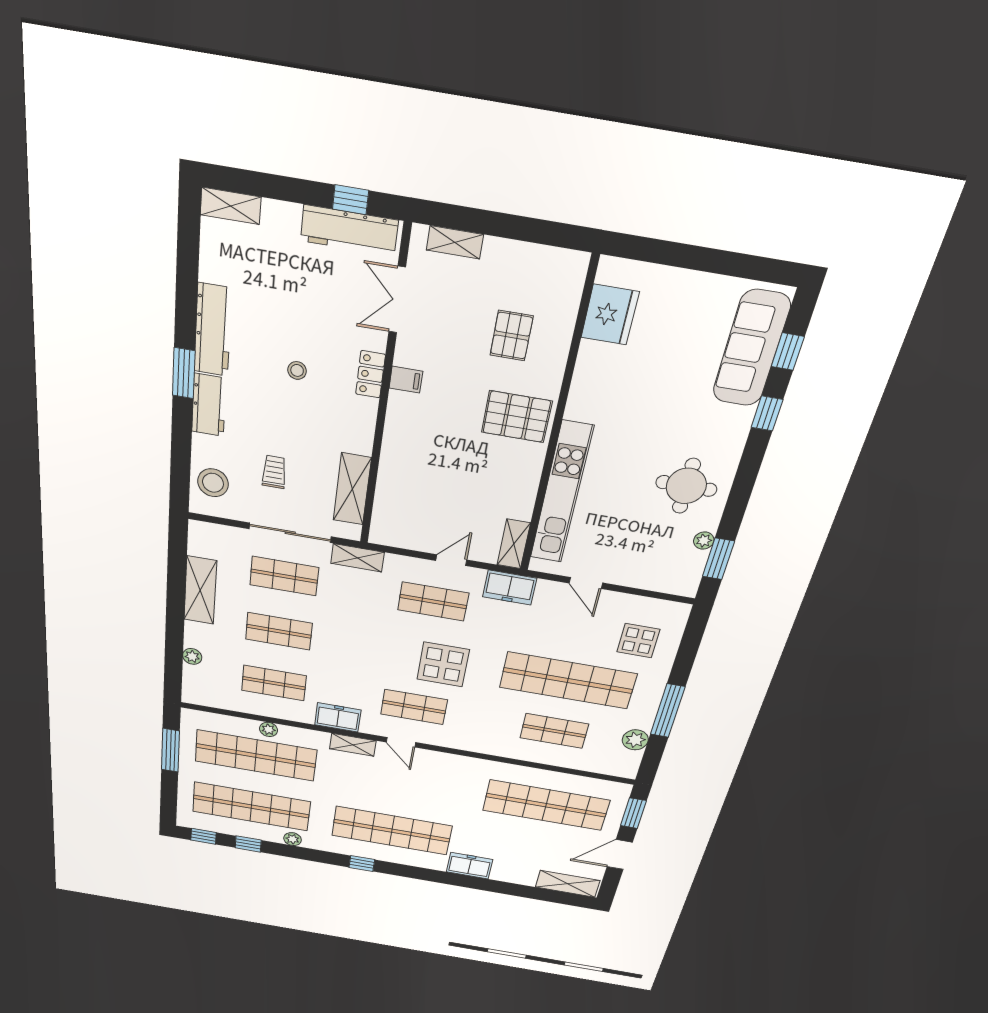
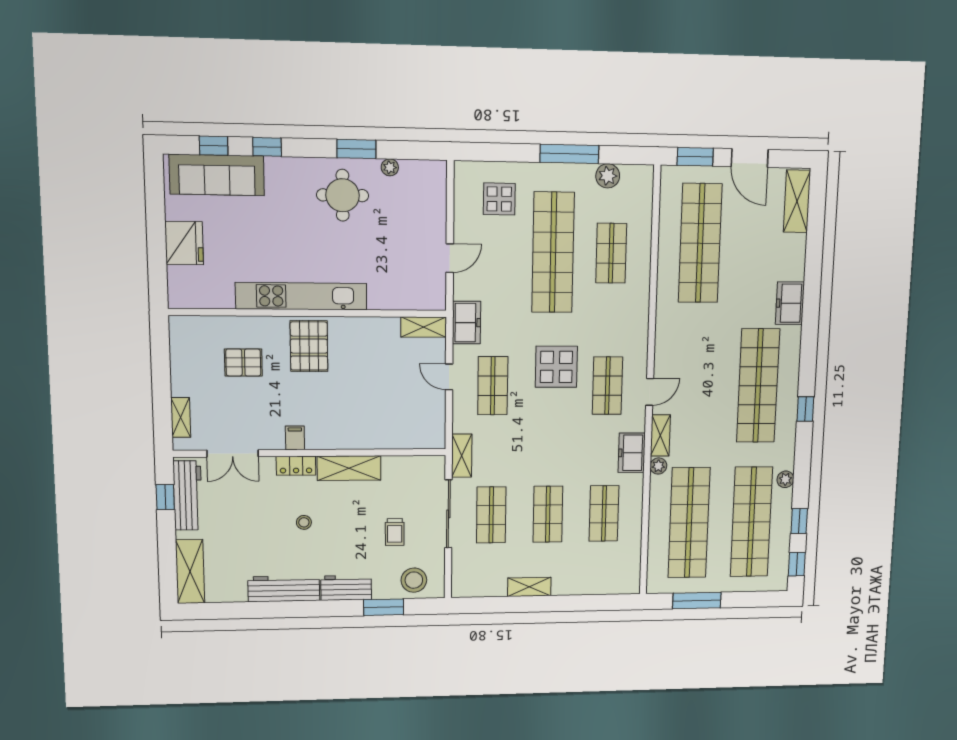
shelving: (231, 206) -> (190, 572), width x1.50, depth x1.33
fridge: (610, 315) -> (184, 243), moved, turned 90
window: (184, 373) -> (384, 607), moved
trolley: (274, 472) -> (395, 532), turned -90
shelving: (352, 489) -> (349, 468), moved
kitchen unit: (561, 493) -> (301, 296), moved
window: (718, 559) -> (356, 149), moved
shelving: (200, 590) -> (529, 587), width x0.67, depth x0.75
plant: (192, 656) -> (588, 587), removed
plant: (268, 729) -> (658, 466), moved

